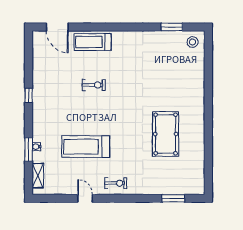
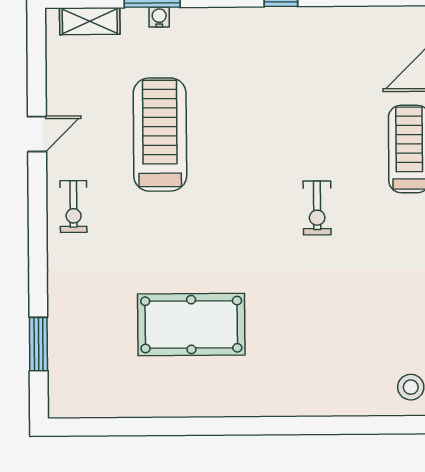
exercise bike: (94, 85) -> (317, 208), moved

